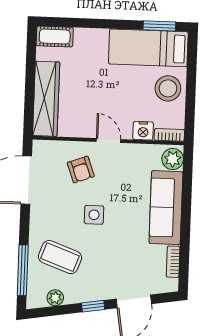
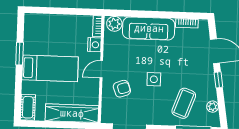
window: (159, 26) -> (20, 54), moved
bed: (148, 48) -> (50, 68), moved, turned -90
stool: (168, 88) -> (64, 27), removed

